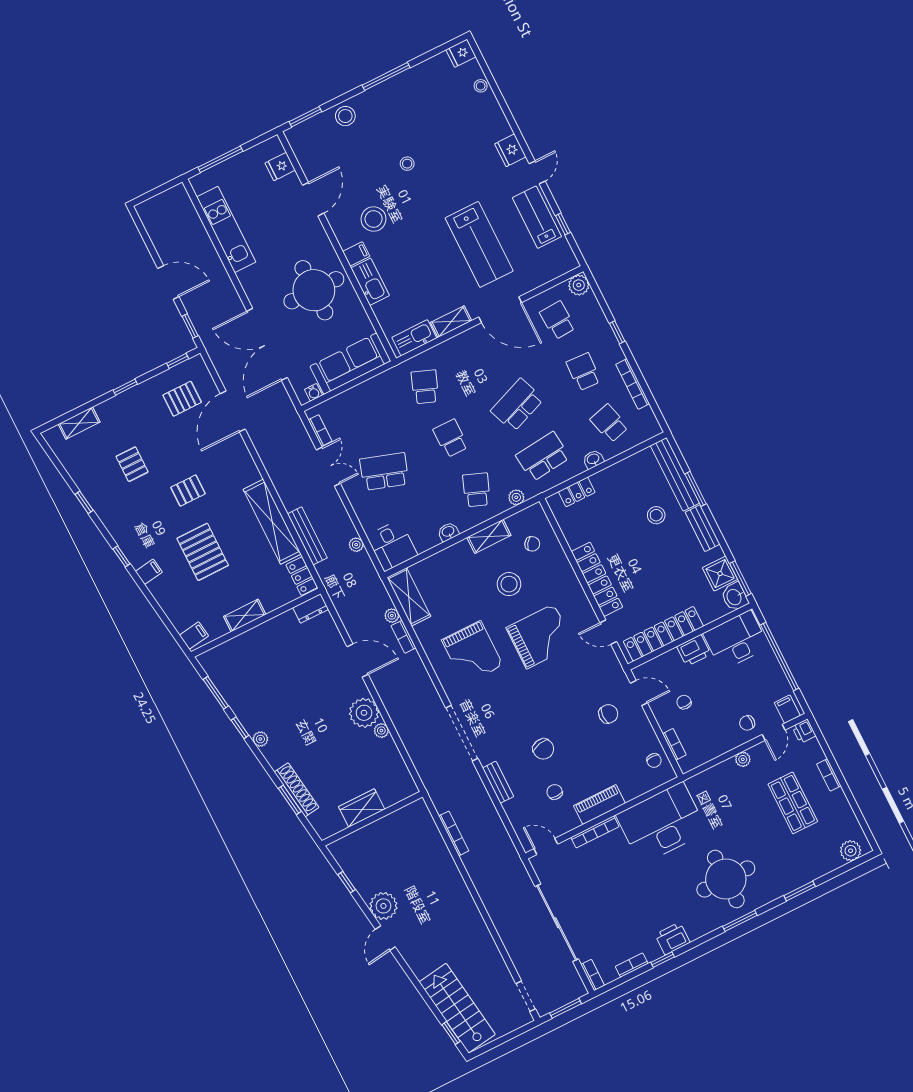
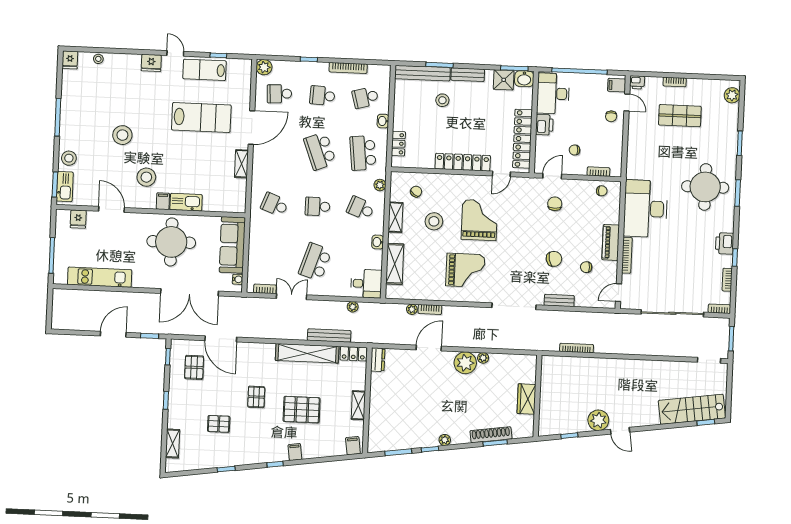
stool: (407, 164) -> (122, 135), width x1.89, depth x1.89
kitchen sink: (414, 338) -> (65, 187), moved, turned 180
shelving: (409, 597) -> (395, 264), moved, turned 90
plant: (743, 759) -> (633, 132), removed

